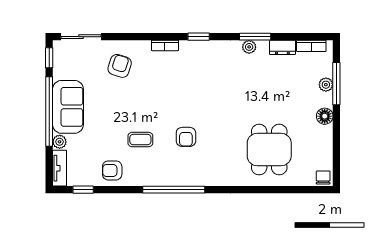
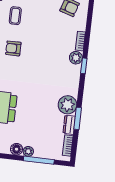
window: (255, 37) -> (78, 118), moved
plant: (249, 47) -> (67, 105), width x1.88, depth x1.88
plant: (189, 49) -> (76, 58), added
plant: (326, 85) -> (28, 151), moved

